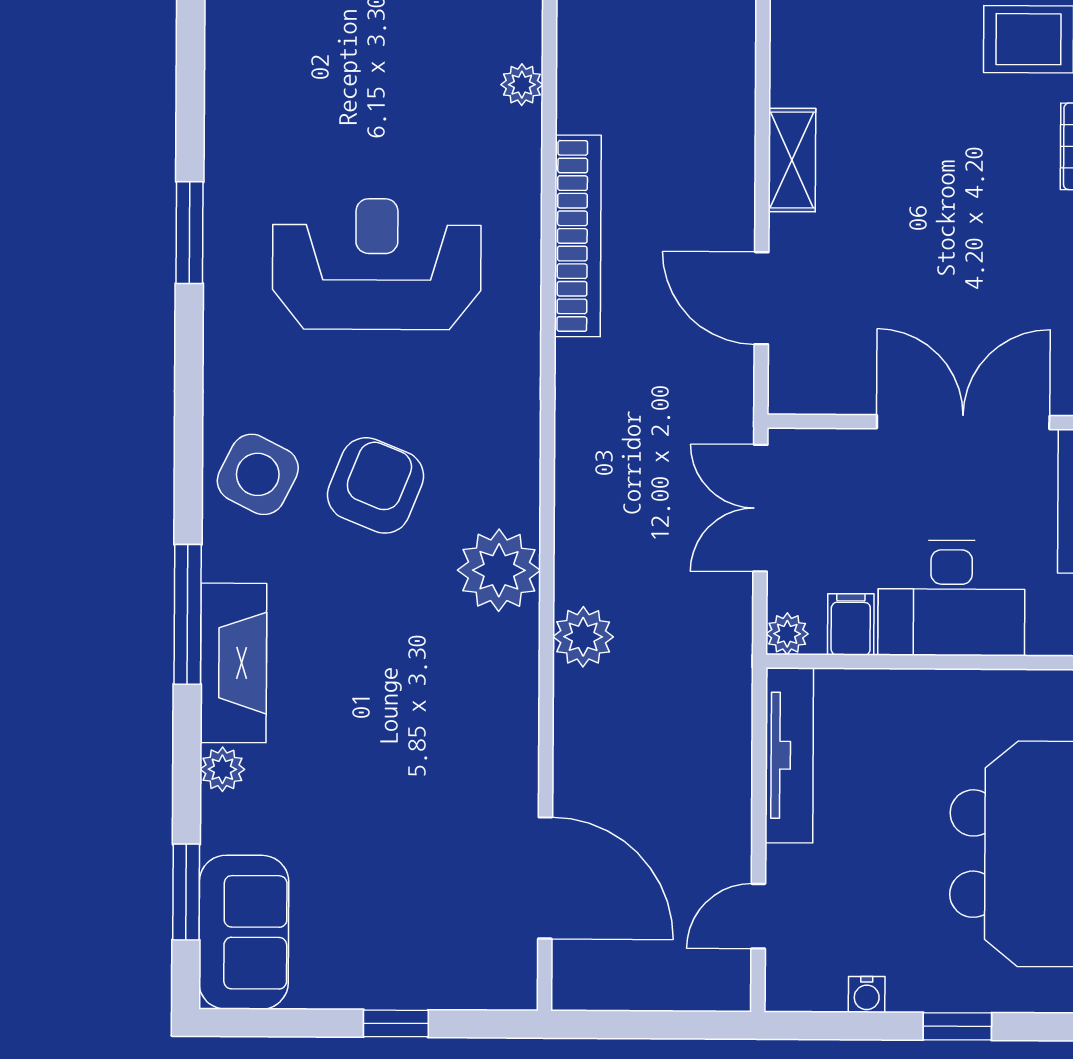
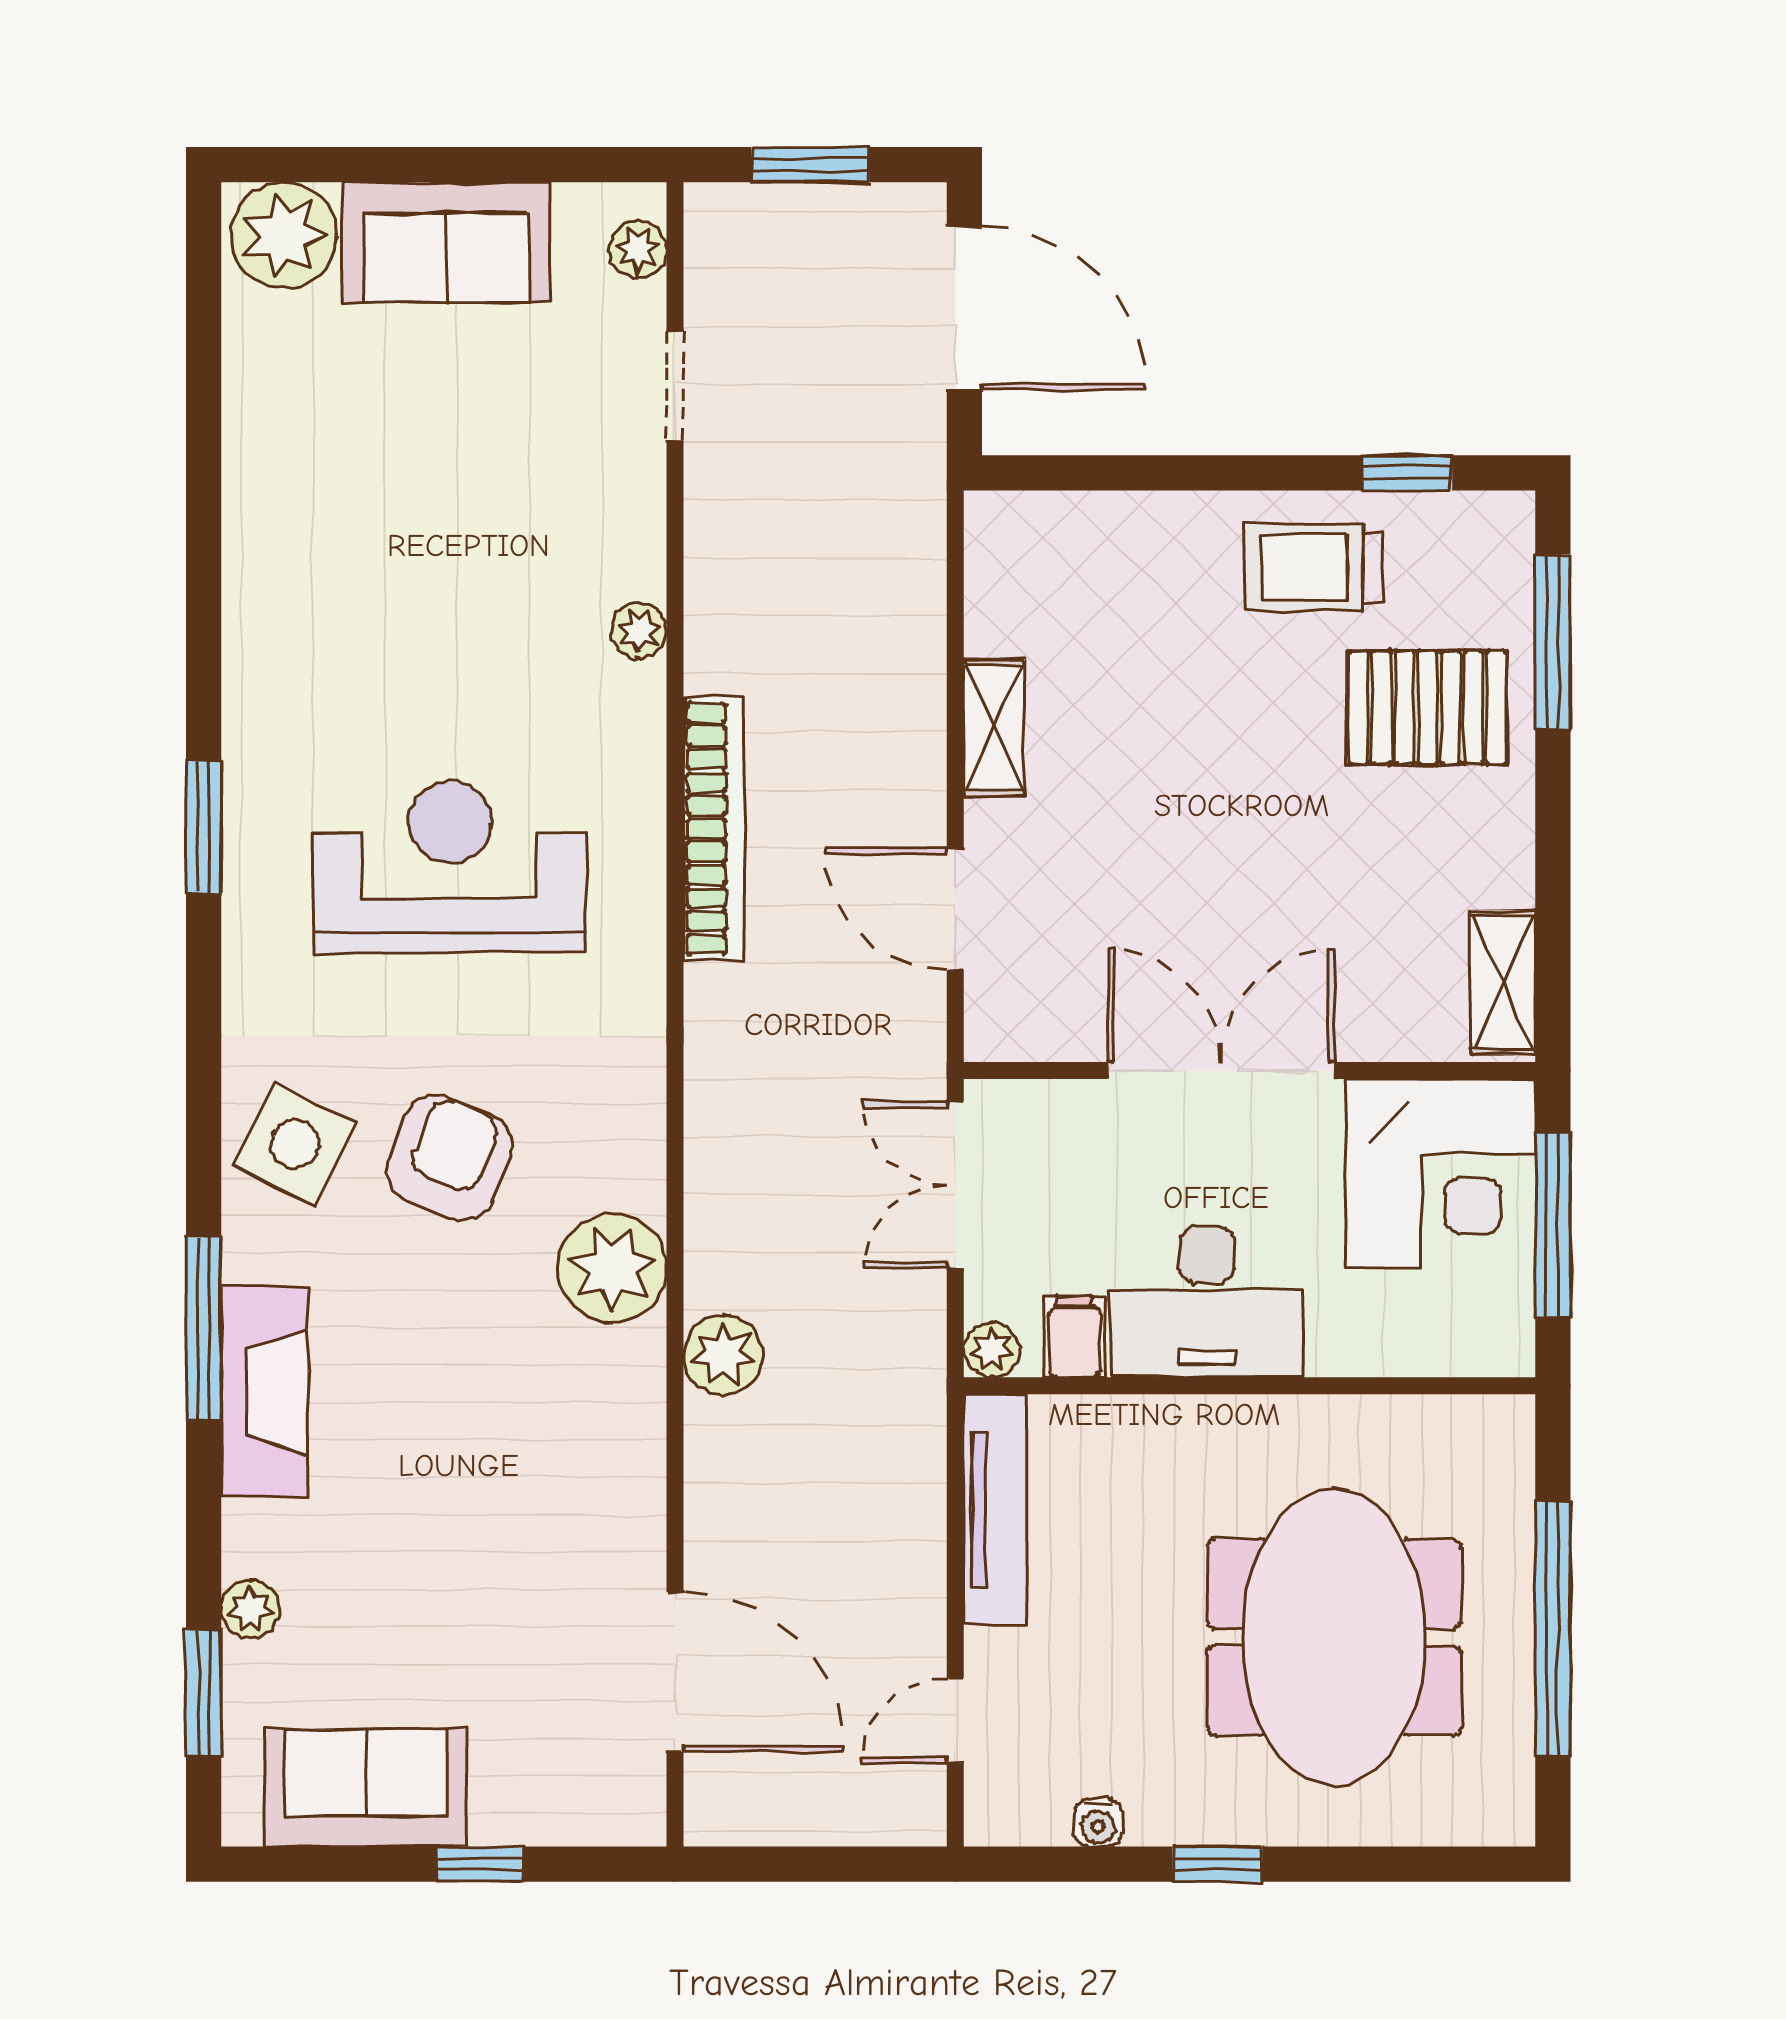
plant: (222, 769) -> (250, 1609), moved
sofa: (244, 932) -> (366, 1788), moved, turned -90

